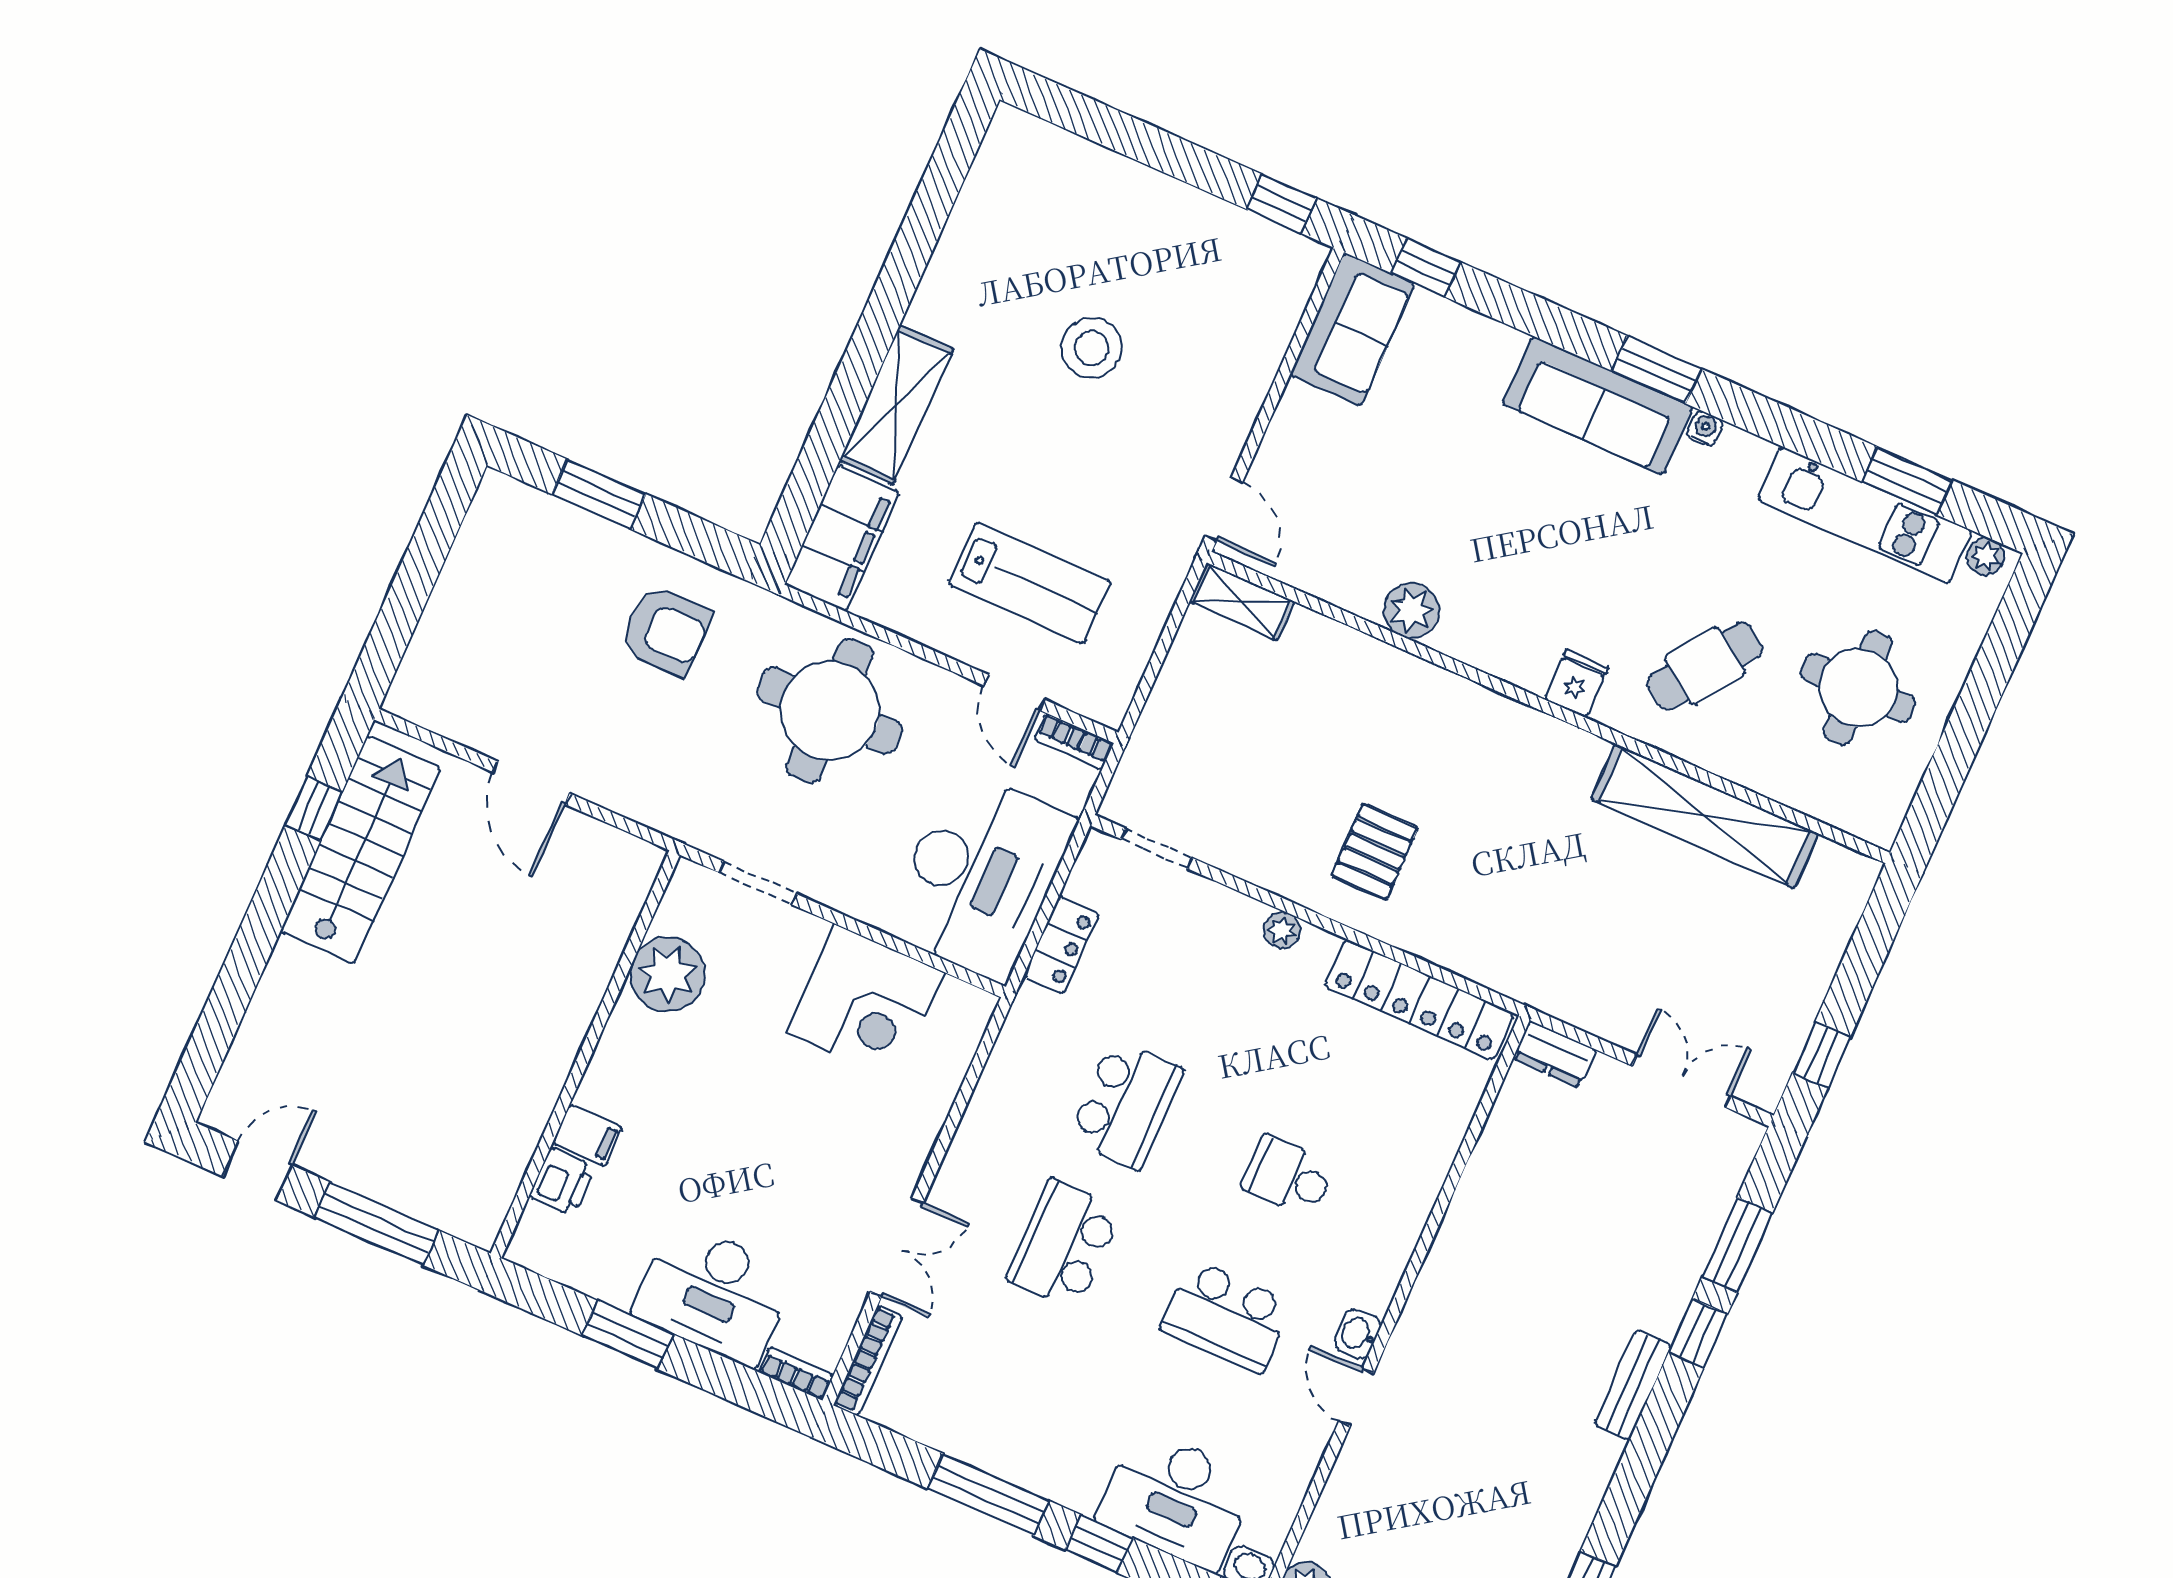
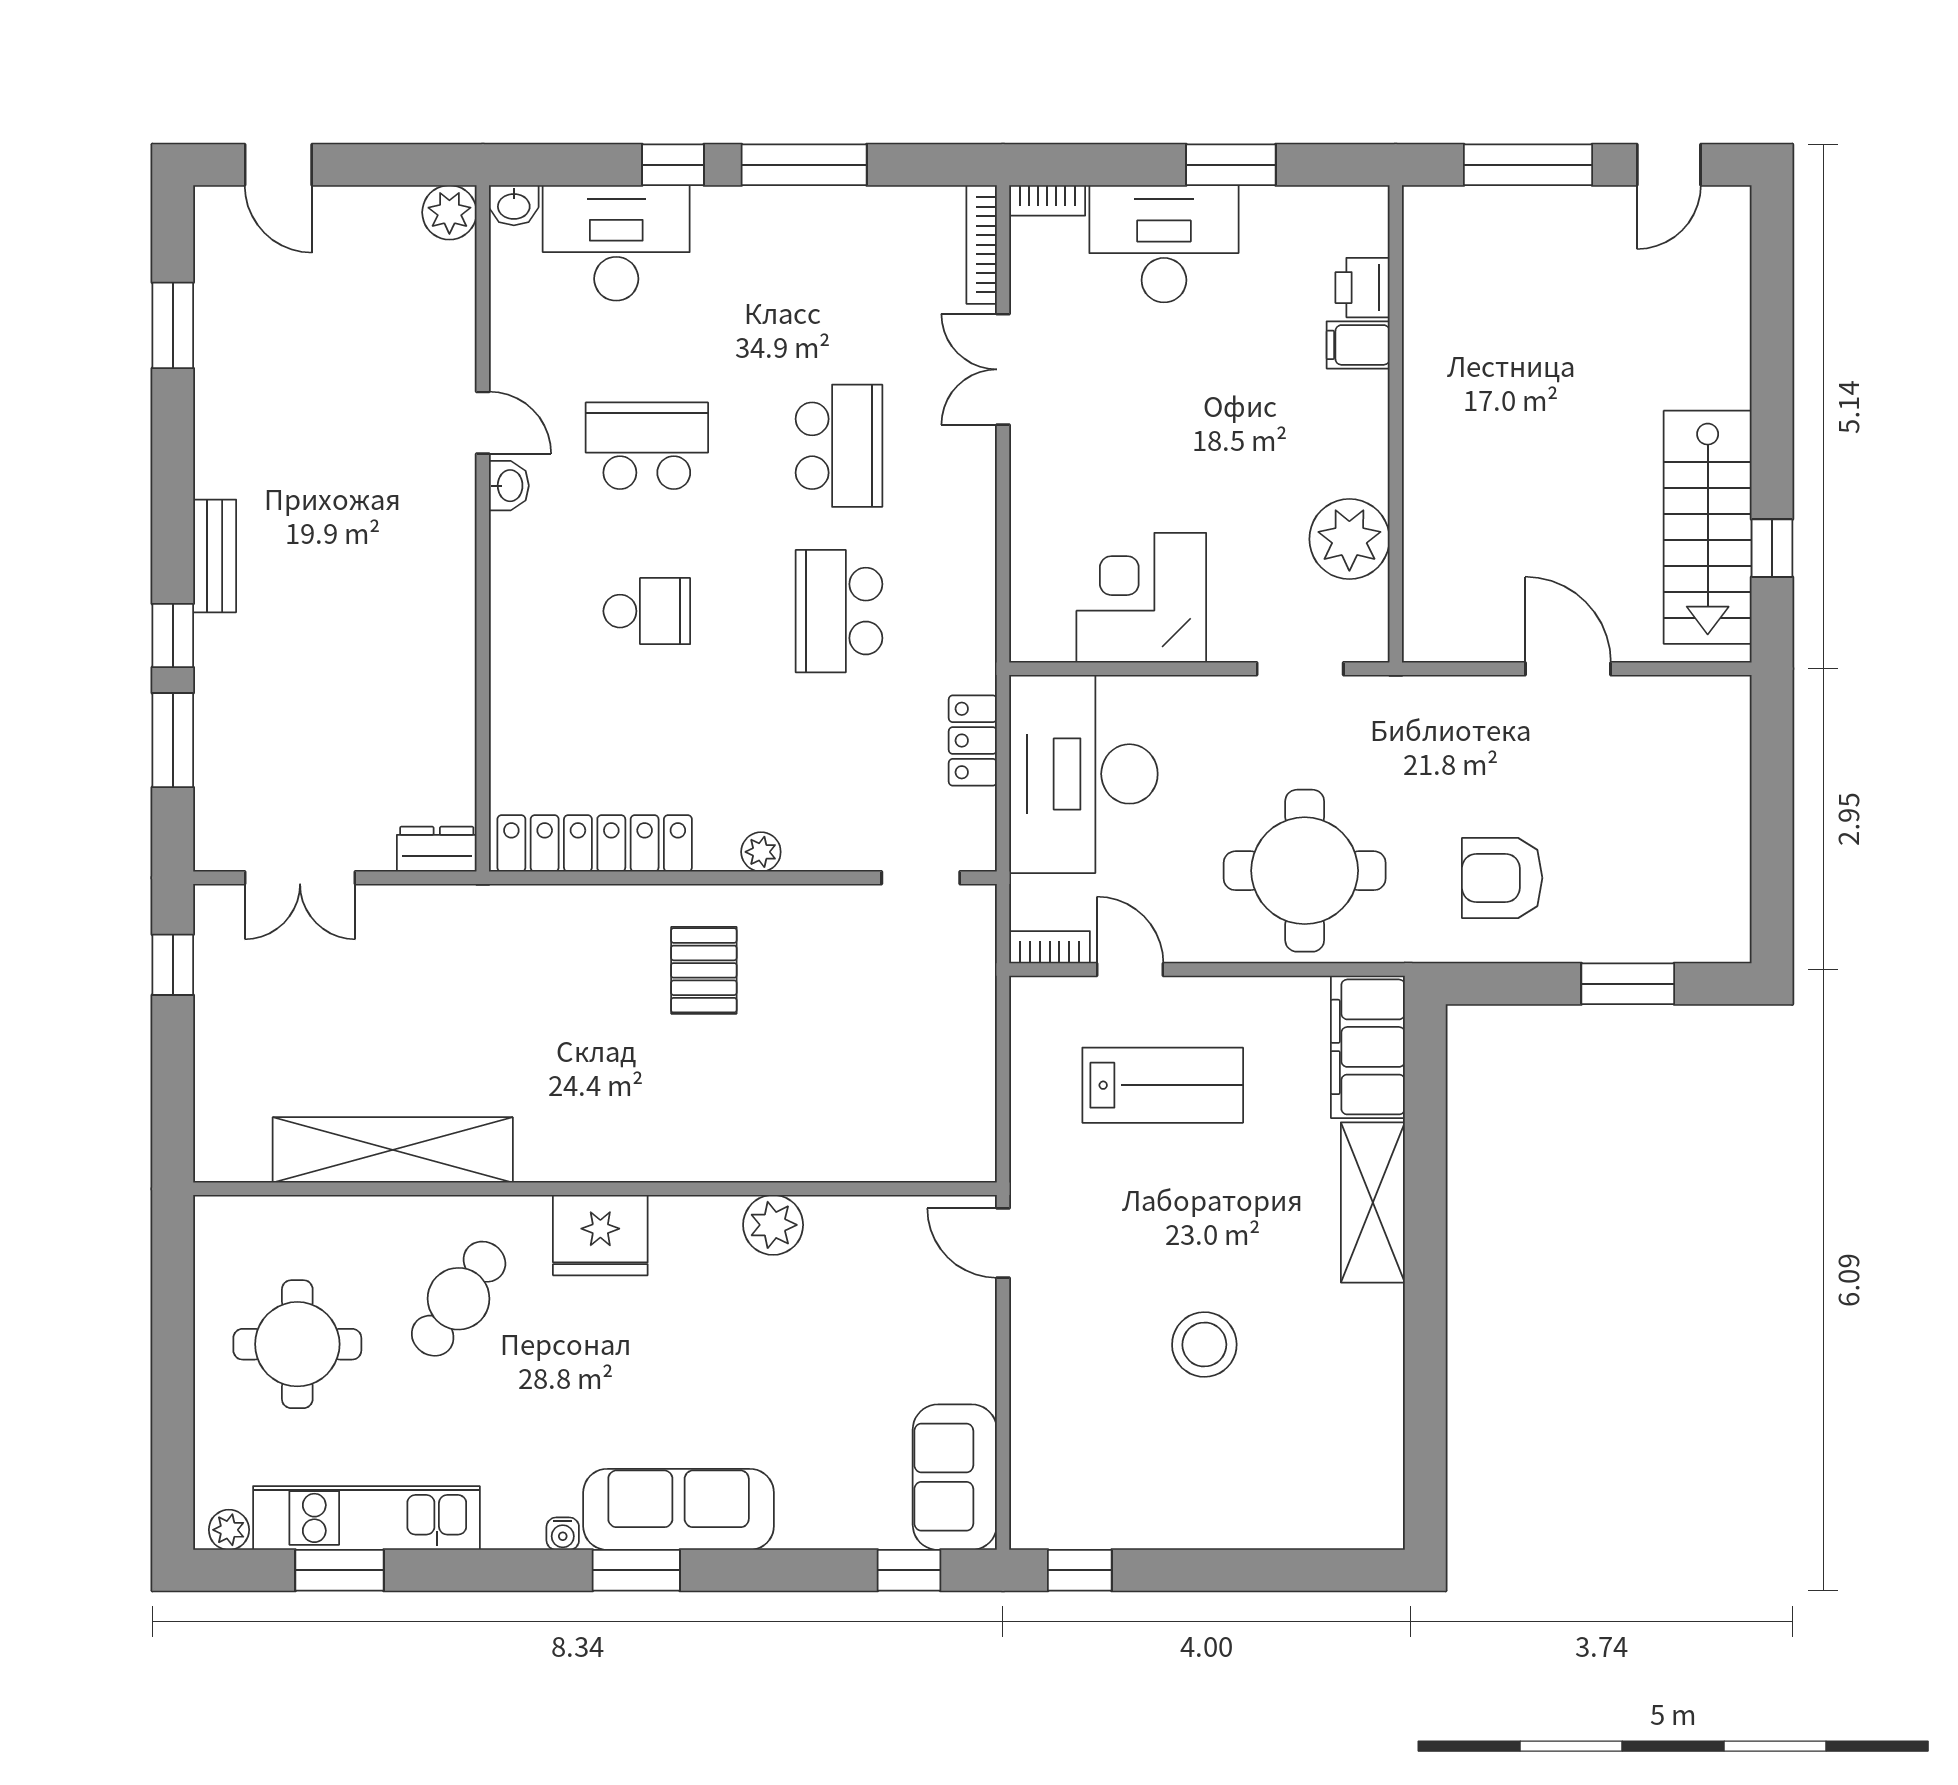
lab bench: (1030, 583) -> (1163, 1085), turned 180
shelving: (1242, 601) -> (945, 1159), removed
fridge: (1576, 683) -> (600, 1235), width x1.88, depth x1.34

